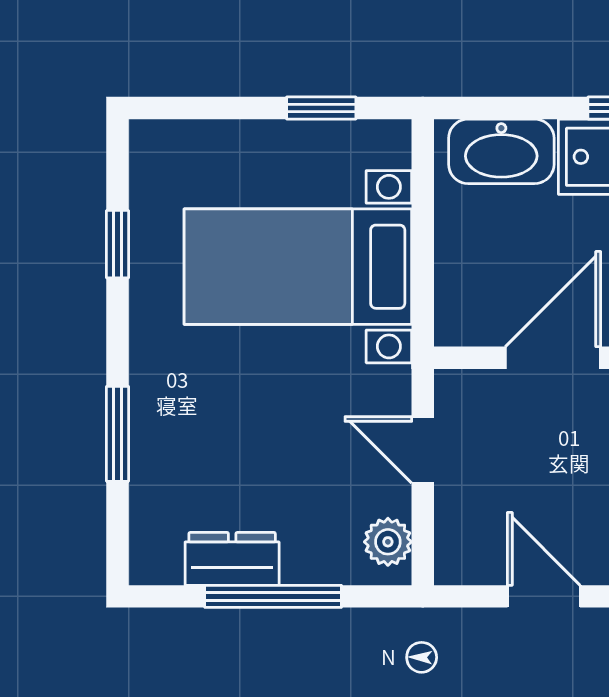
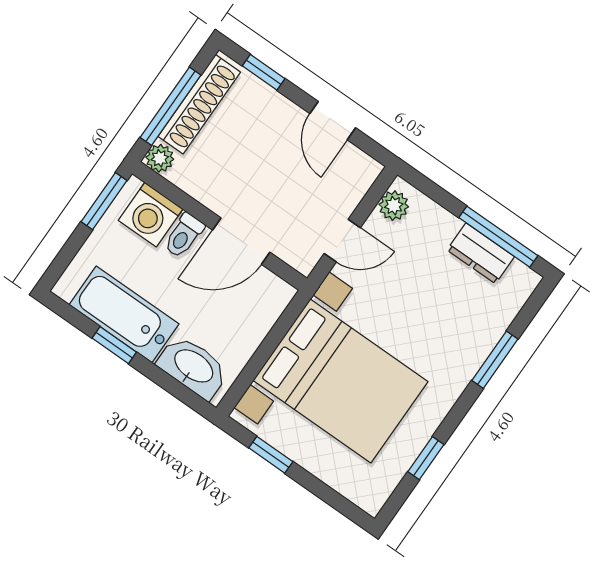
bed with nightstands: (298, 267) -> (341, 381), width x1.36
door: (423, 450) -> (342, 241), hinge flipped
window: (273, 596) -> (498, 237), moved

